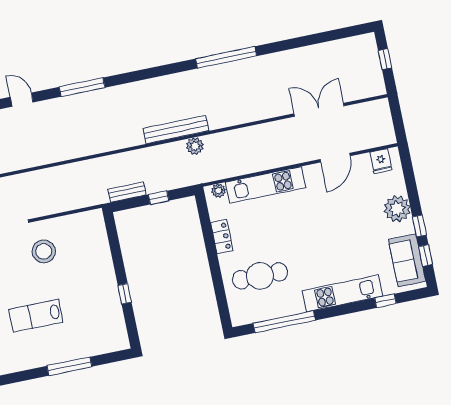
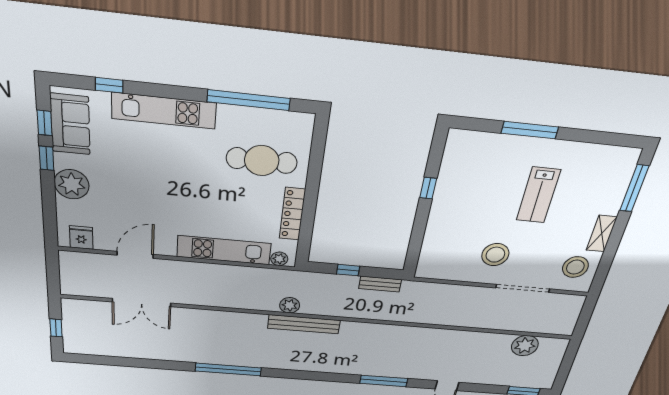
locker: (222, 237) -> (292, 214), width x1.53
lab bench: (36, 316) -> (538, 195), turned 90

